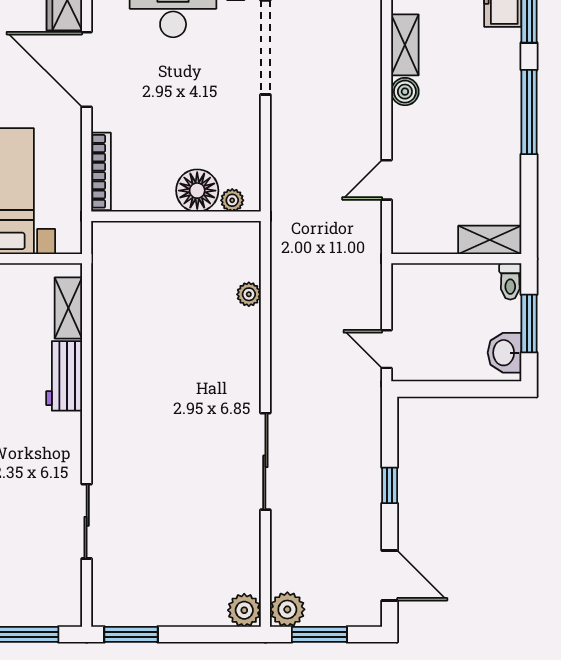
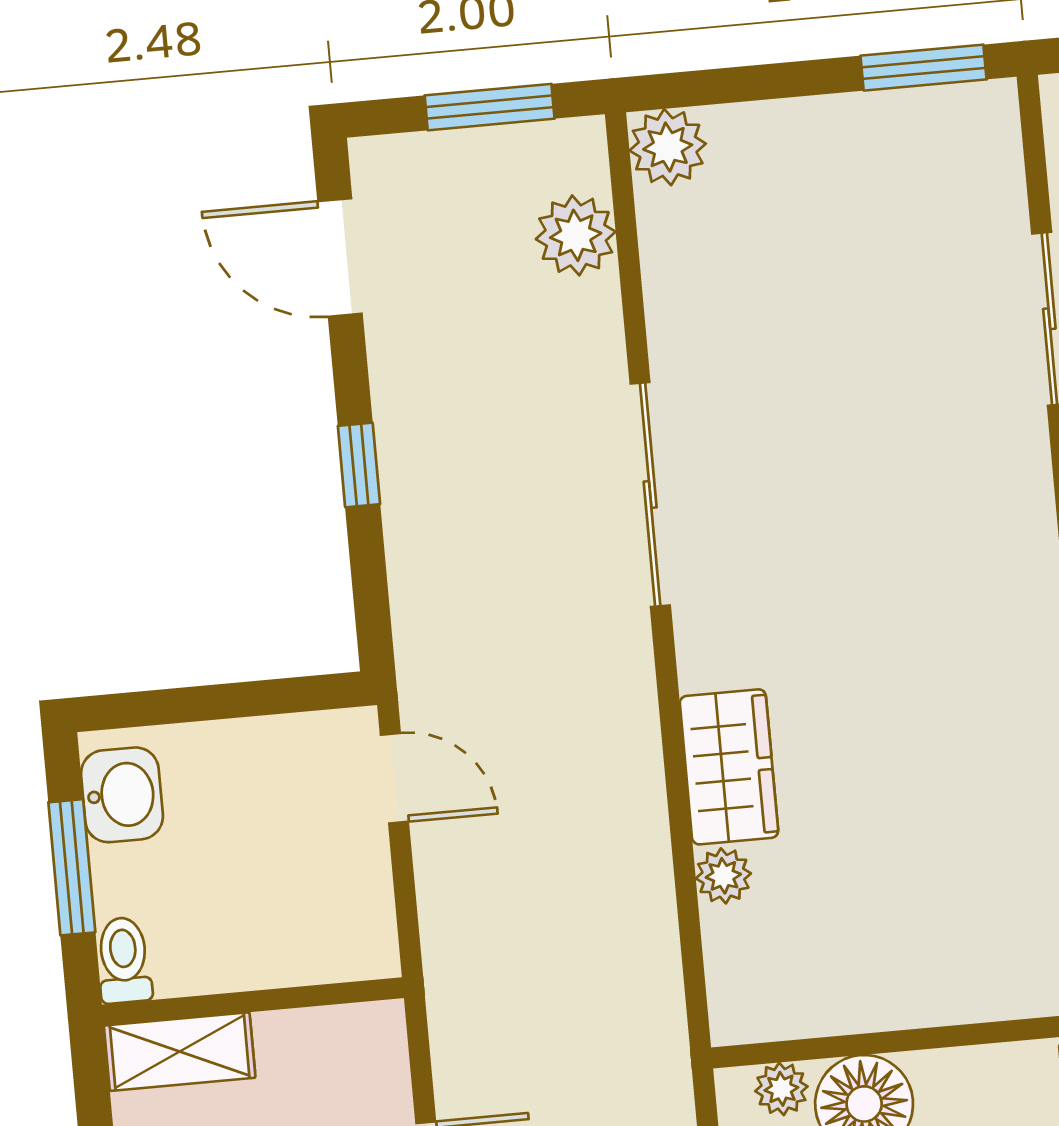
wardrobe: (242, 341) -> (729, 767), added
plant: (287, 609) -> (576, 235), moved

